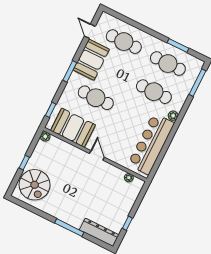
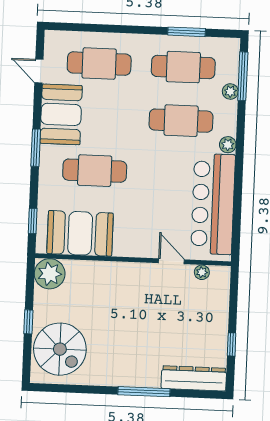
plant: (187, 88) -> (230, 92), added
plant: (45, 136) -> (50, 274), width x1.87, depth x1.87
door: (97, 155) -> (171, 261), moved

